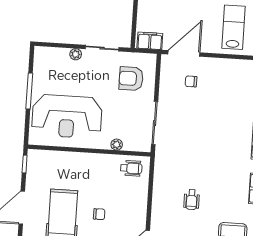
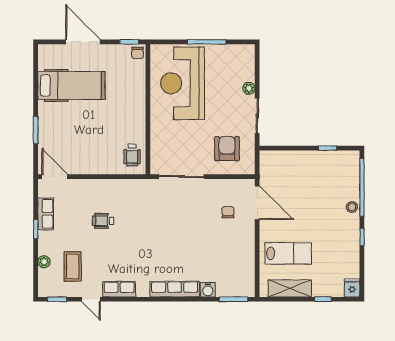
filing cabinet: (150, 41) -> (268, 166), removed
plant: (117, 145) -> (156, 138), removed
chair: (99, 214) -> (138, 53), moved

